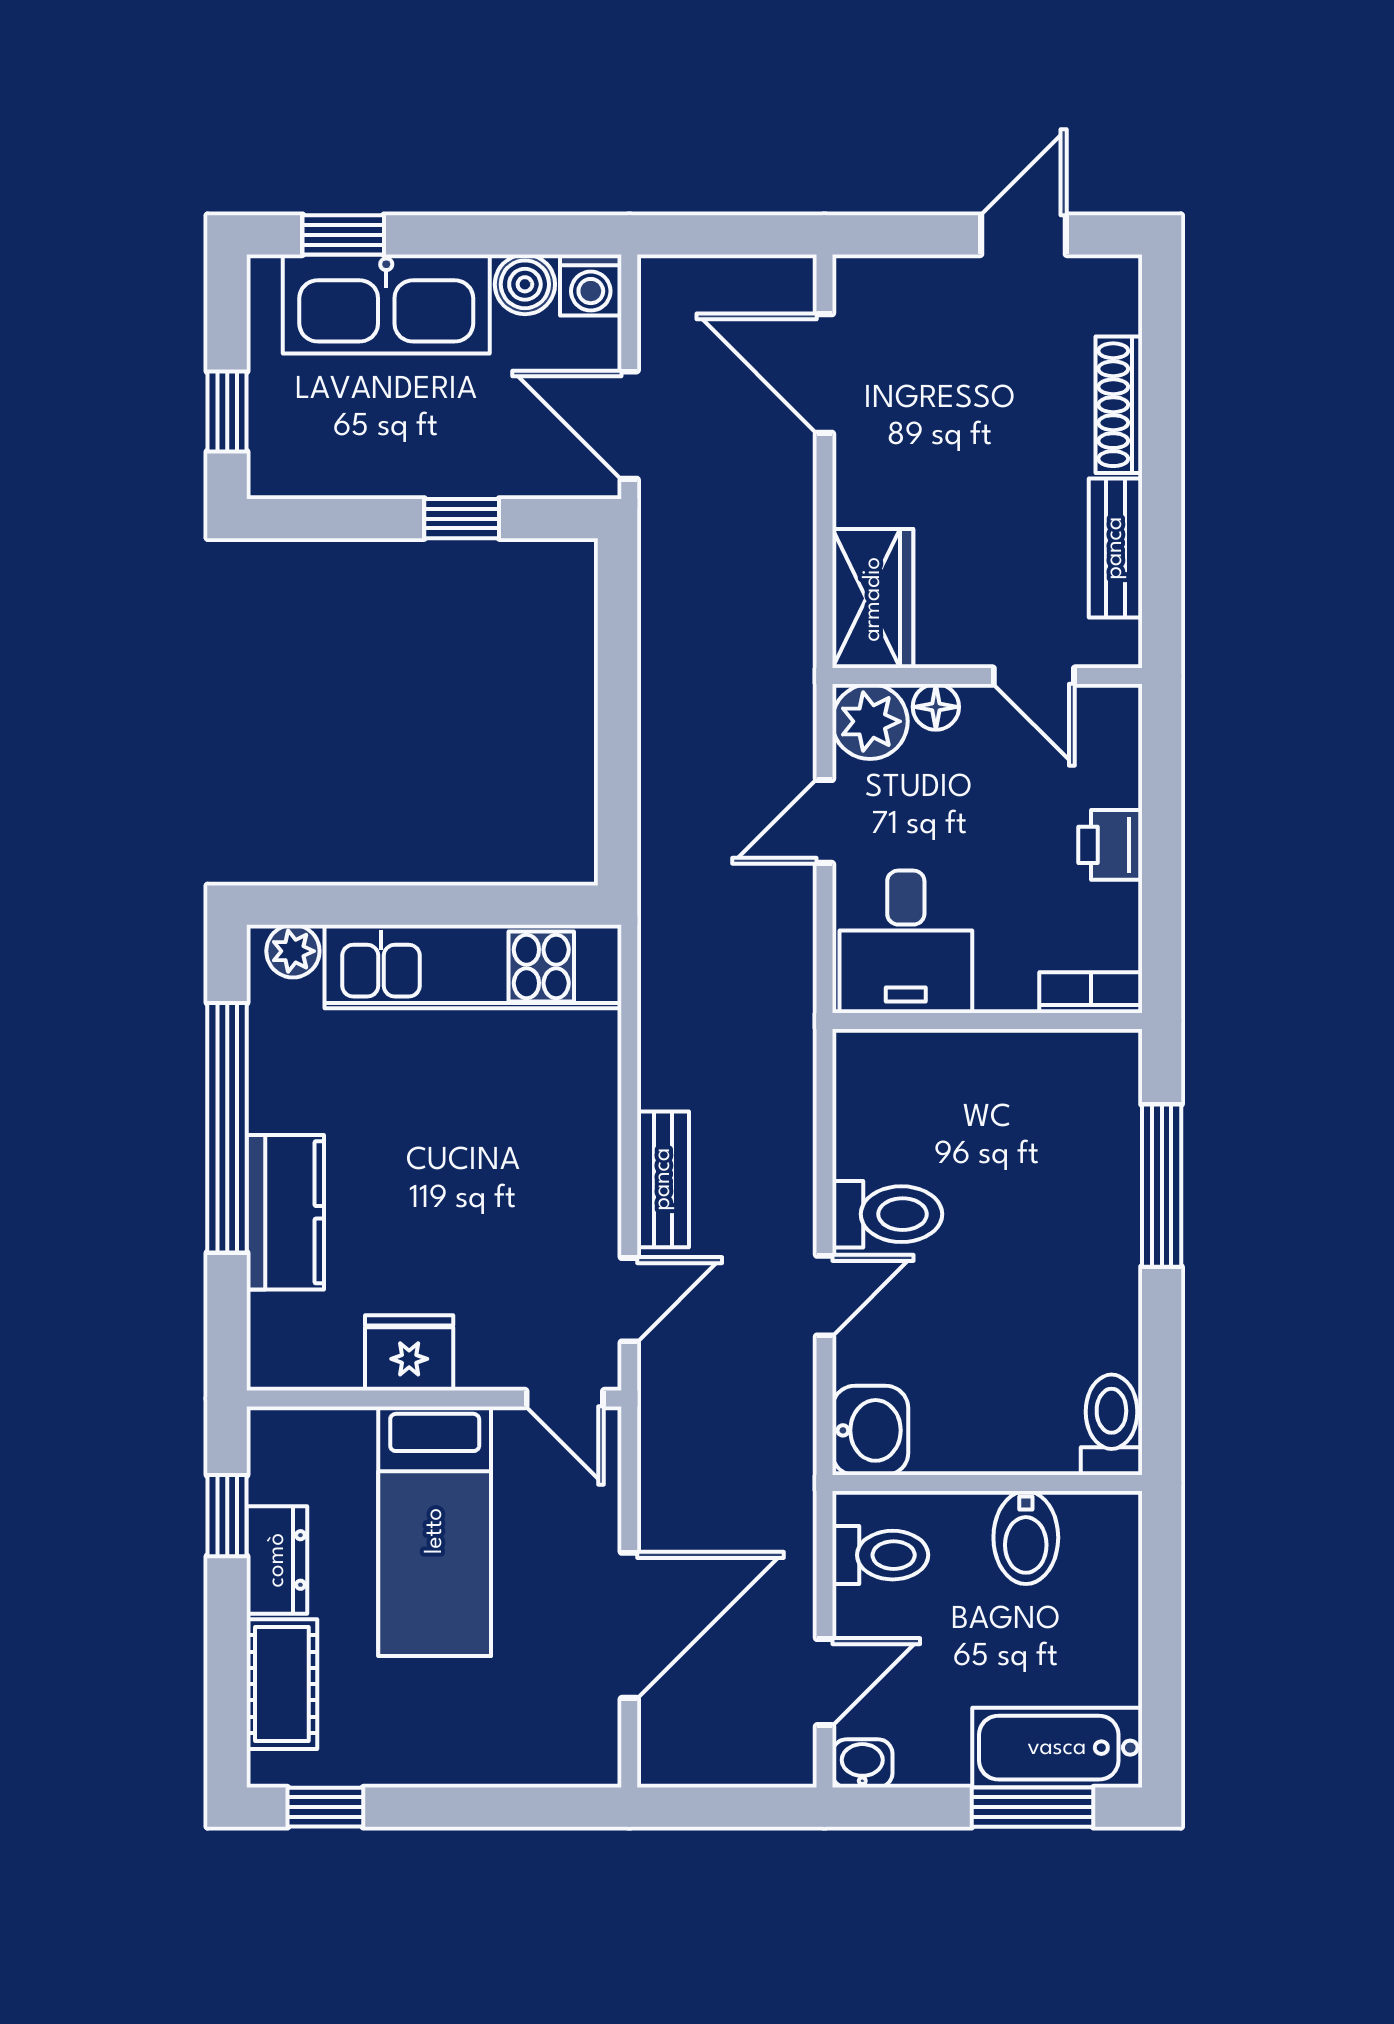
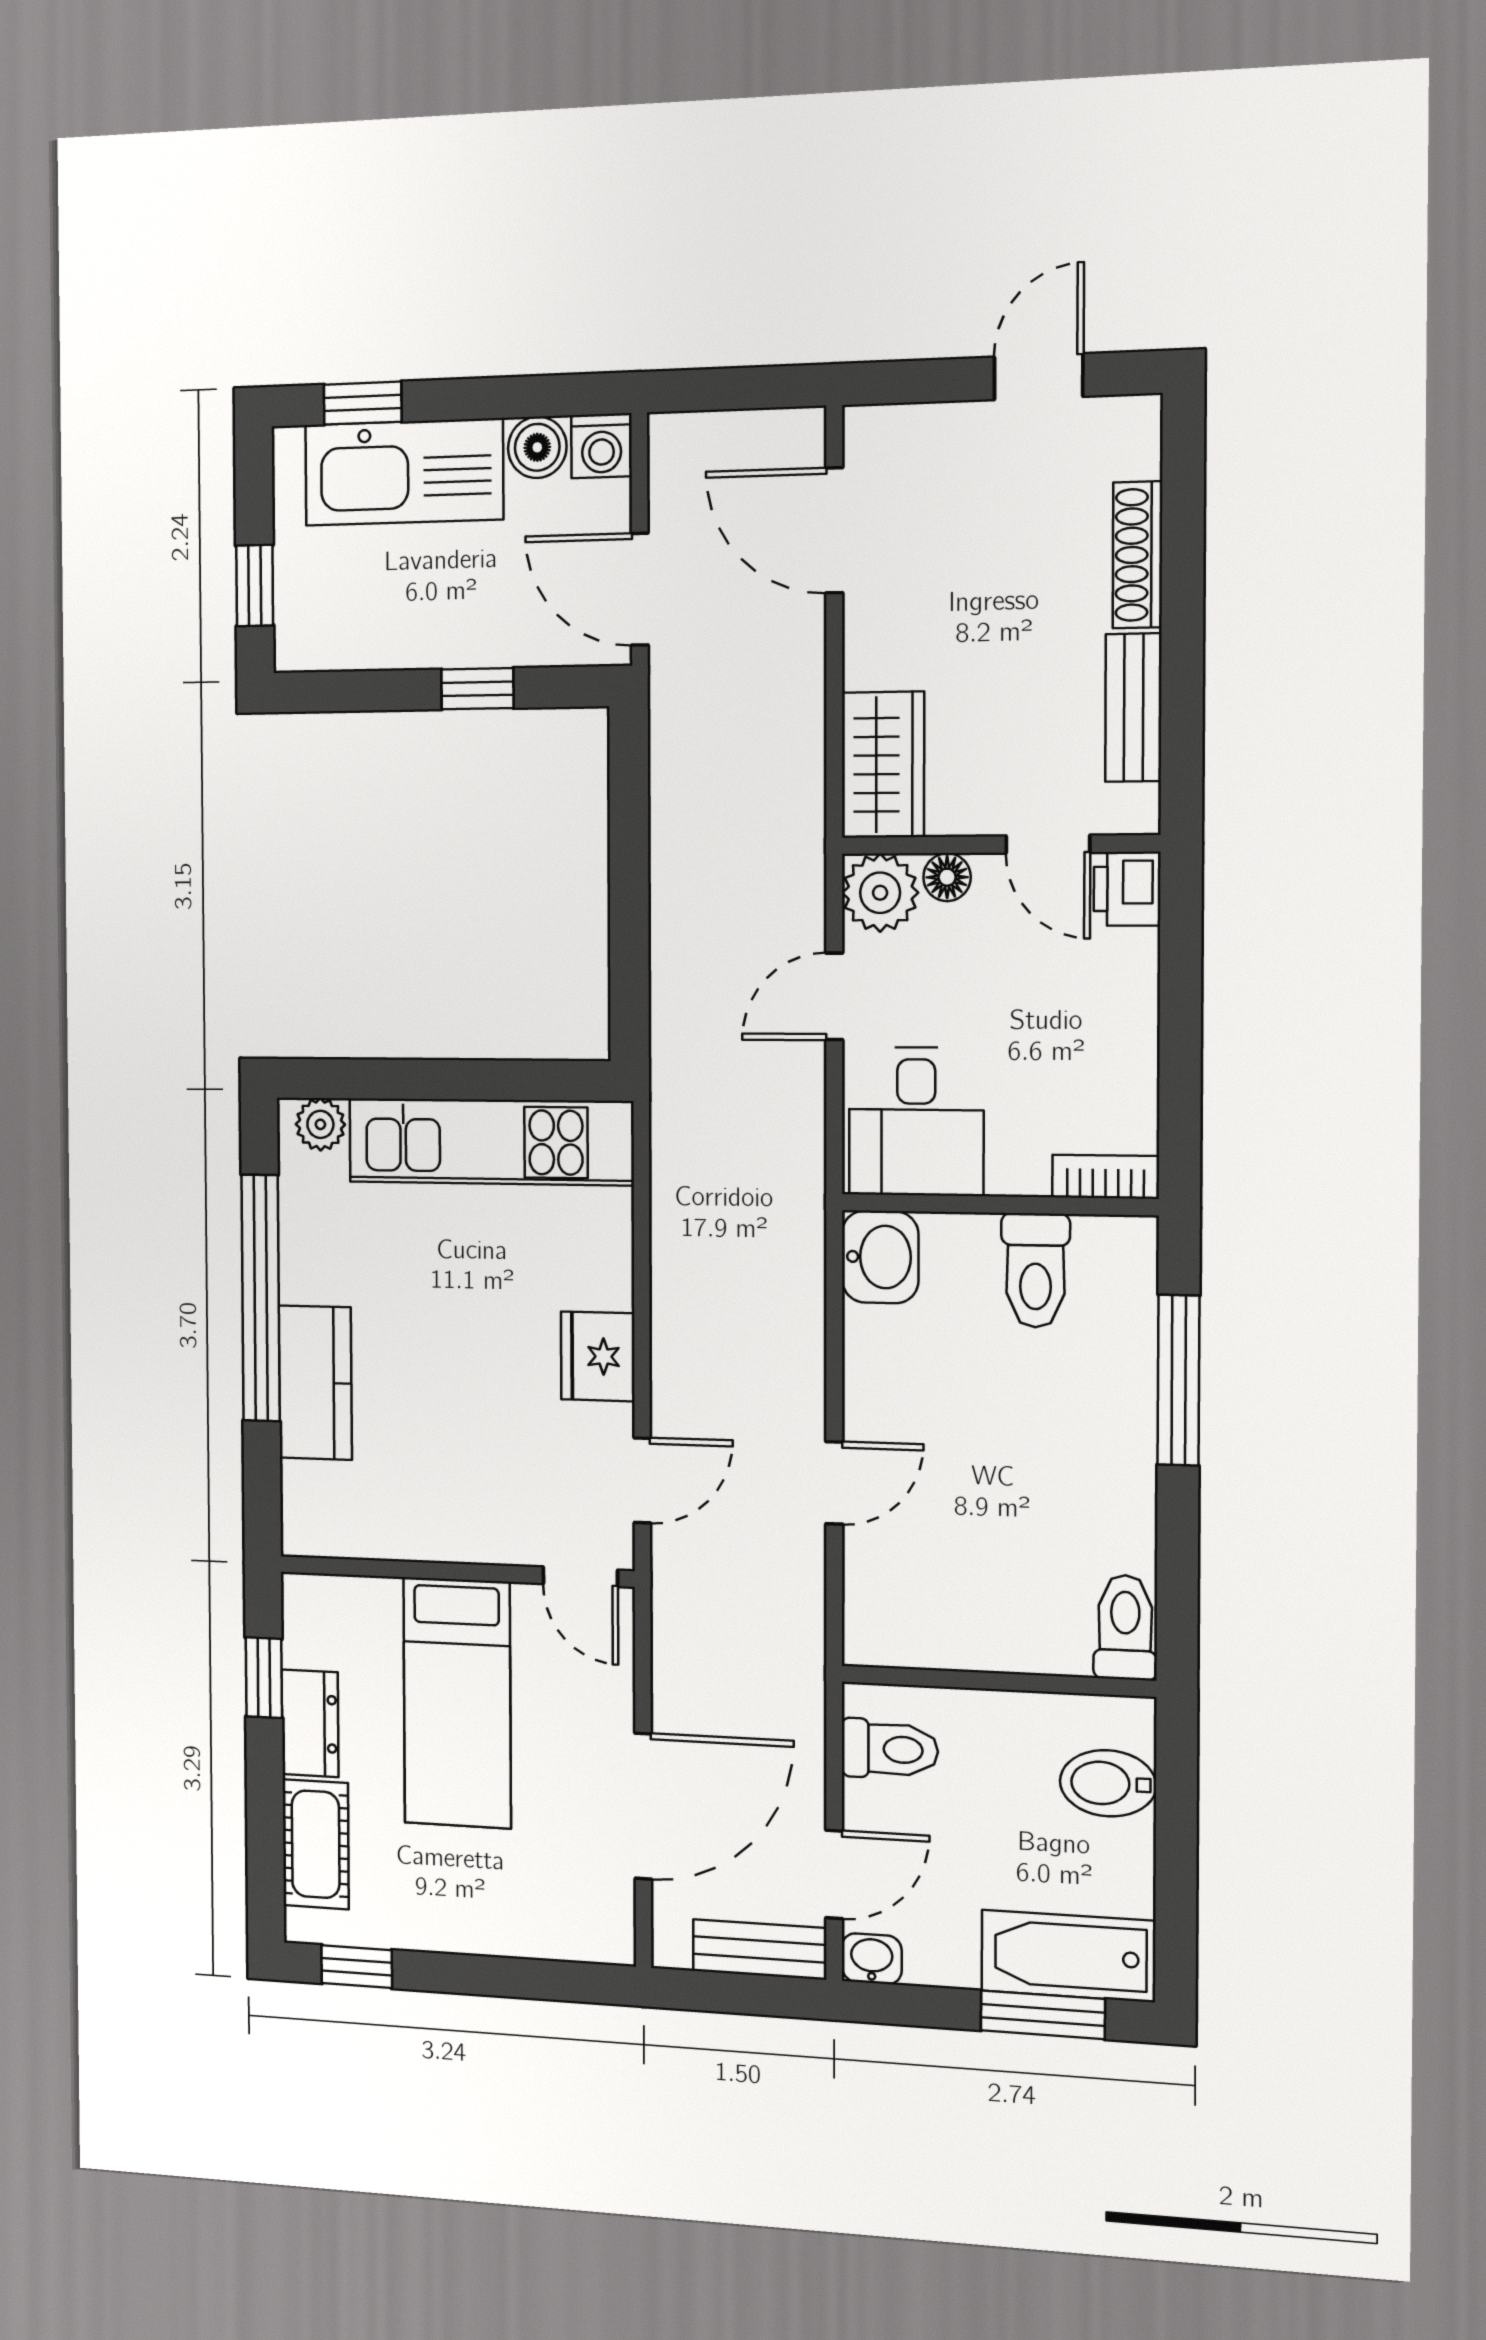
printer: (1110, 845) -> (1127, 889), moved
bench: (663, 1179) -> (760, 1949), moved, turned 90
toilet: (887, 1214) -> (1036, 1270), moved, turned 90
fridge: (409, 1353) -> (598, 1356), moved, turned -90
washbasin: (870, 1430) -> (880, 1257), moved
bidet: (1026, 1538) -> (1108, 1783), moved, turned 90

